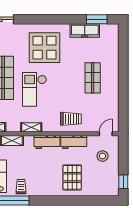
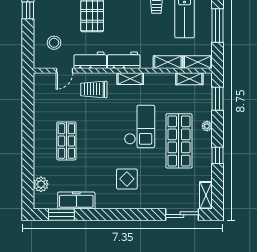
plant: (113, 43) -> (41, 184), added
display table: (45, 48) -> (127, 179), width x0.54, depth x0.54
shelving: (31, 127) -> (130, 79), moved
door: (106, 134) -> (64, 71), moved

